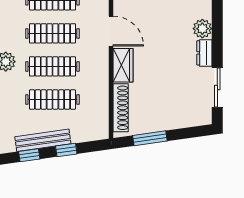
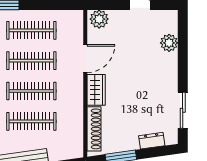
plant: (202, 29) -> (169, 43), moved
door: (111, 31) -> (85, 59), hinge flipped
dresser: (204, 53) -> (152, 141), moved, turned 82

